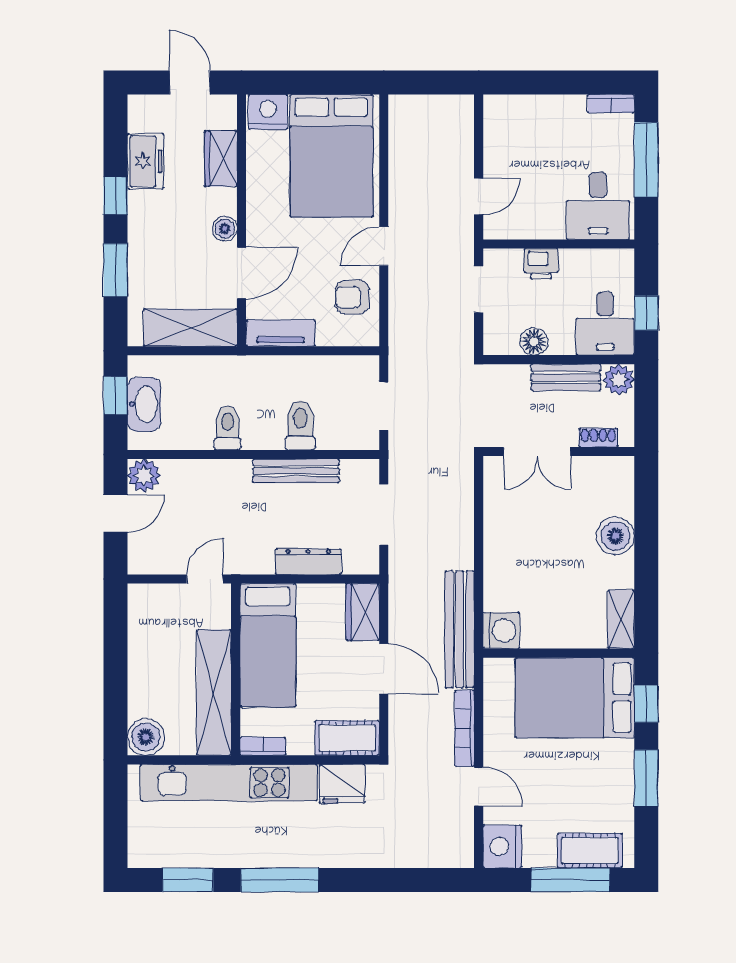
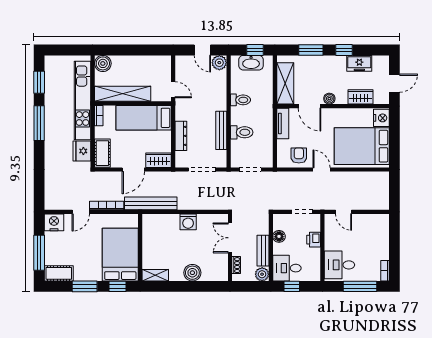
washing machine: (501, 631) -> (188, 222), moved
cot: (590, 851) -> (59, 273), moved, turned 90

